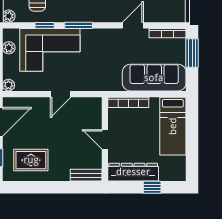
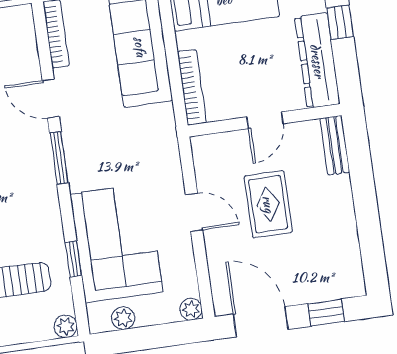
window: (79, 25) -> (59, 158), moved
rug: (31, 160) -> (268, 204), moved

